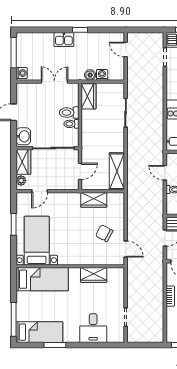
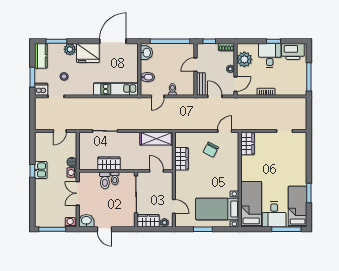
kitchen sink: (64, 39) -> (41, 170), moved
door: (126, 50) -> (60, 131), moved
washing machine: (102, 75) -> (72, 172), moved
wardrobe: (89, 96) -> (109, 163), moved
washbasin: (23, 136) -> (86, 221), moved
wardrobe: (94, 275) -> (247, 143), moved
desk: (93, 328) -> (274, 214), moved, turned 90

